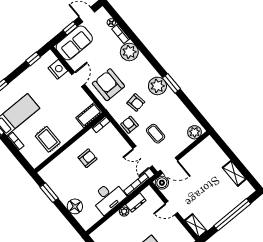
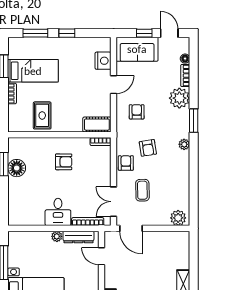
window: (33, 59) -> (67, 33), moved
window: (171, 83) -> (194, 121), moved
armchair: (108, 85) -> (137, 112), width x0.53, depth x0.53
plant: (157, 86) -> (184, 144), width x0.53, depth x0.53
boiler: (162, 183) -> (112, 239), removed
desk: (108, 197) -> (58, 212), width x0.73
dresser: (136, 203) -> (78, 237), width x1.44
floor lamp: (75, 206) -> (17, 168), moved
door: (171, 208) -> (102, 256), moved

